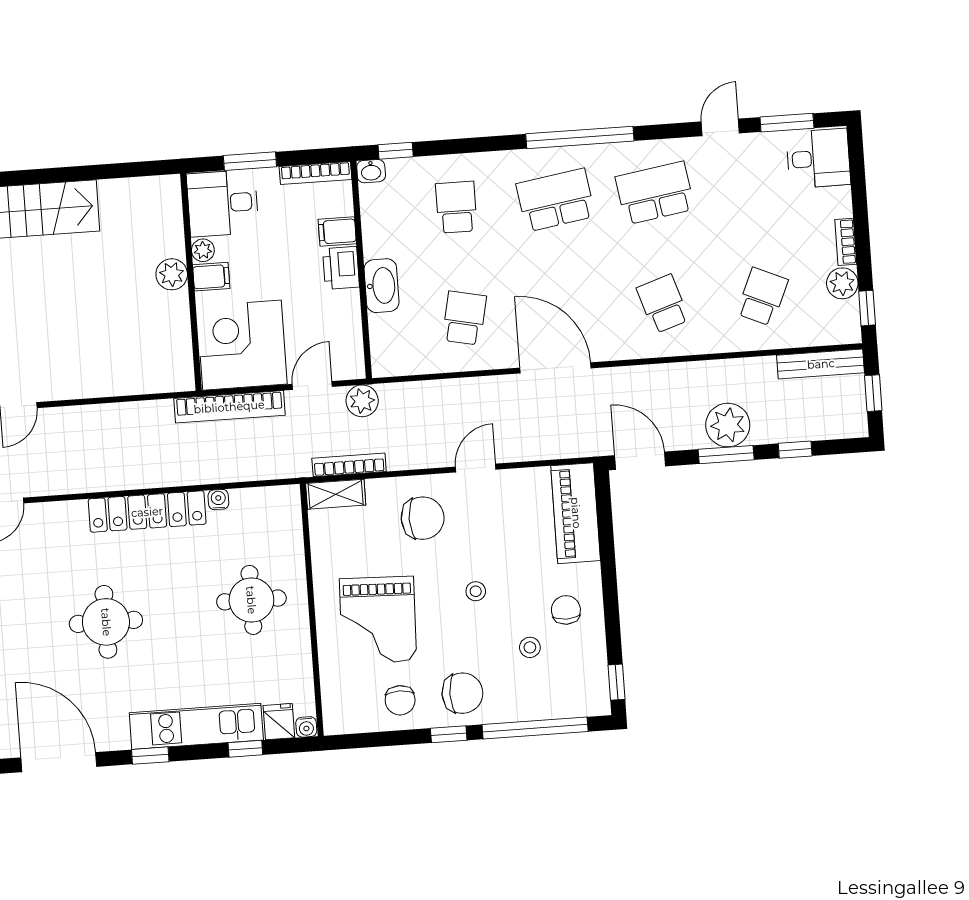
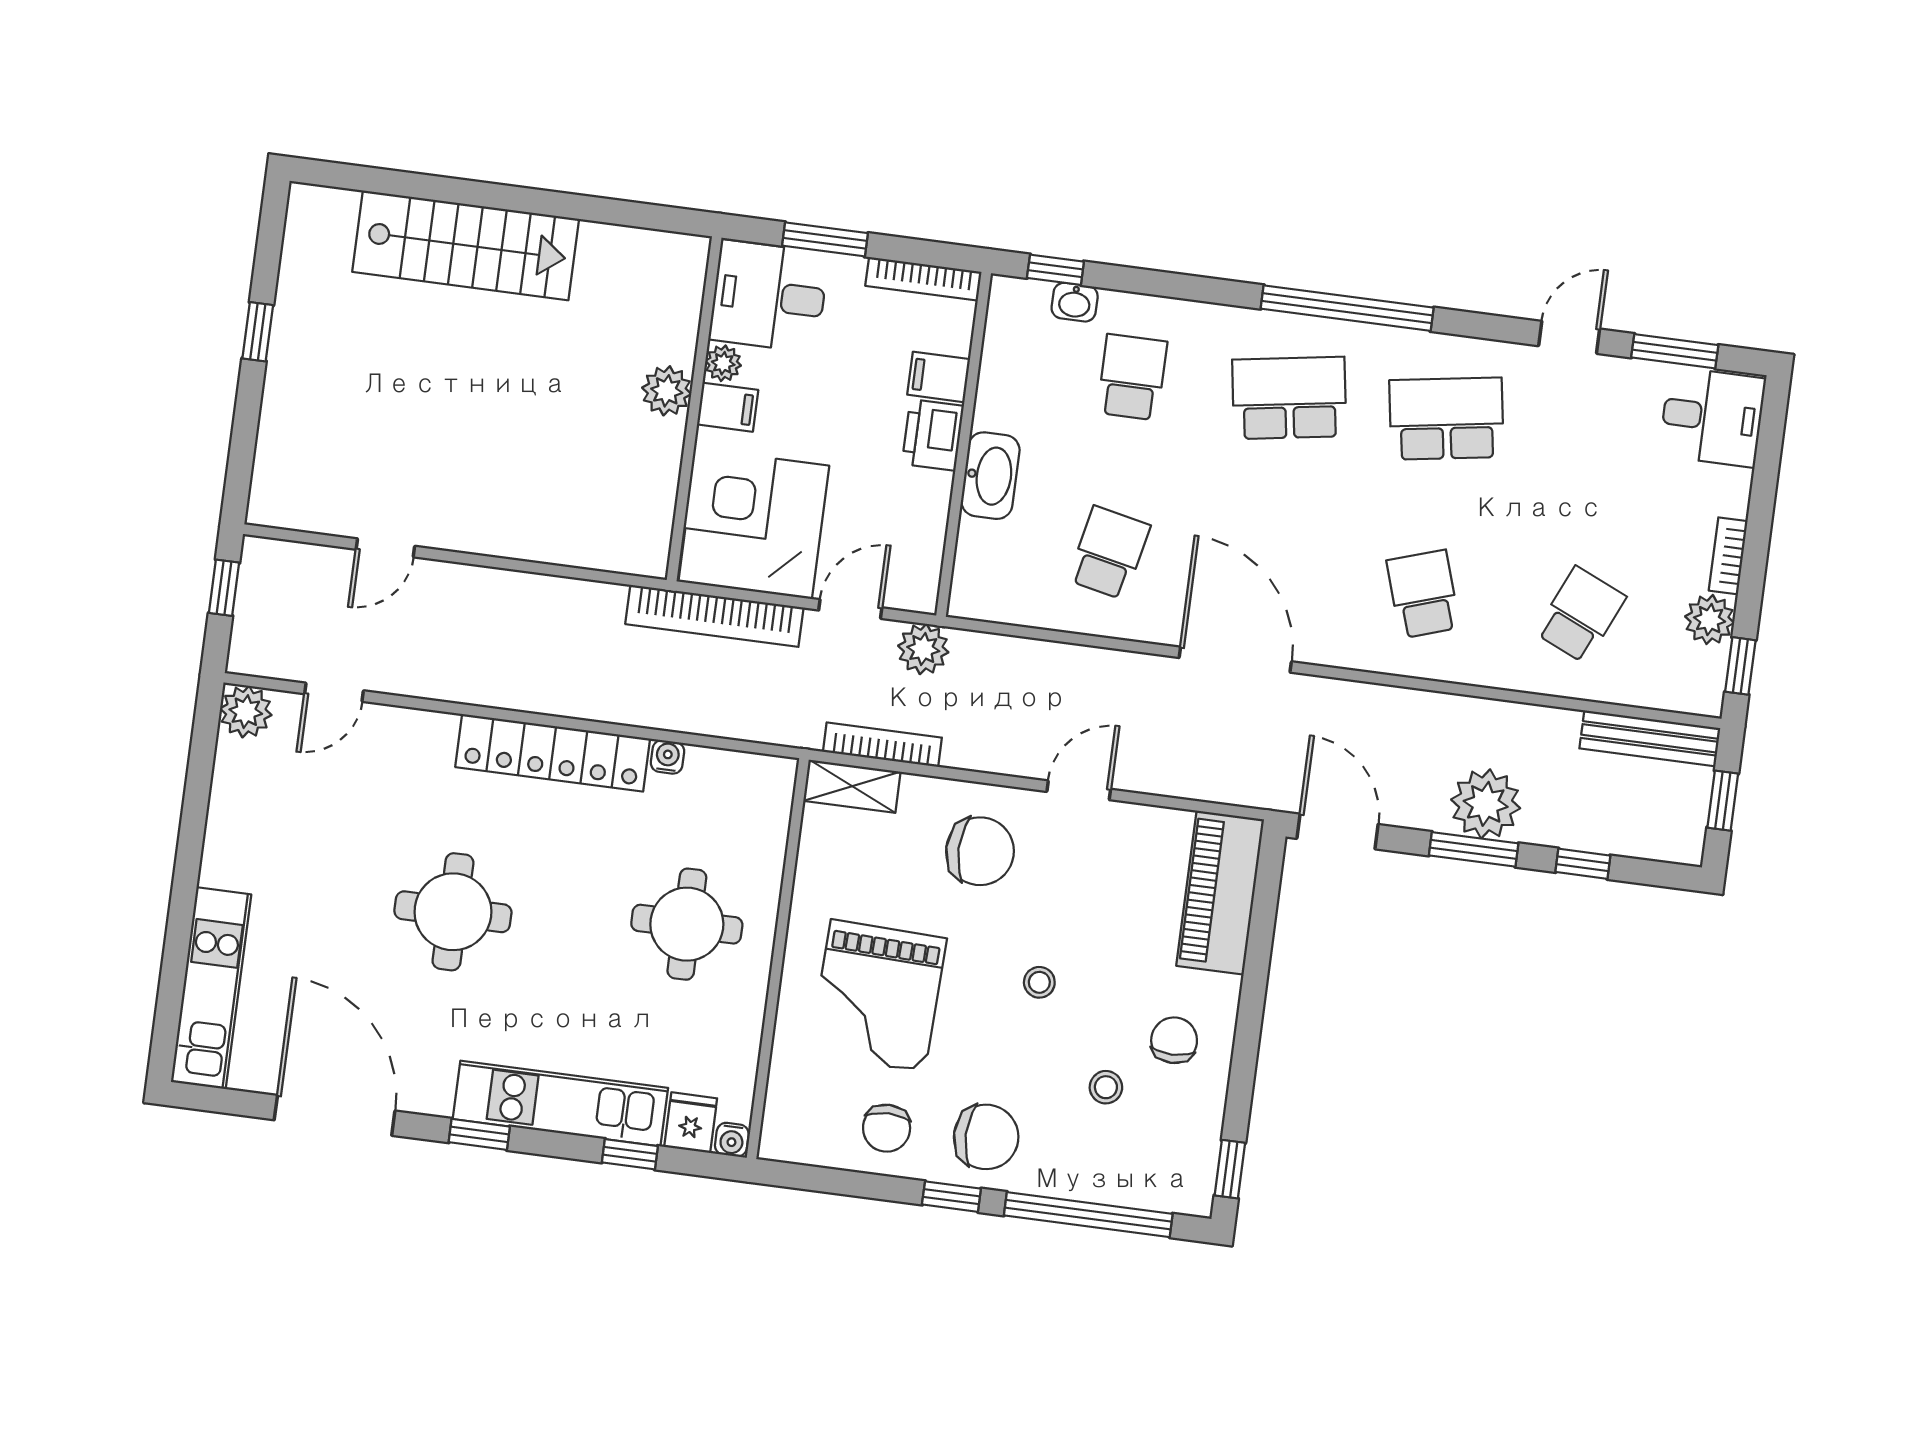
washbasin: (371, 171) -> (1075, 302), moved

